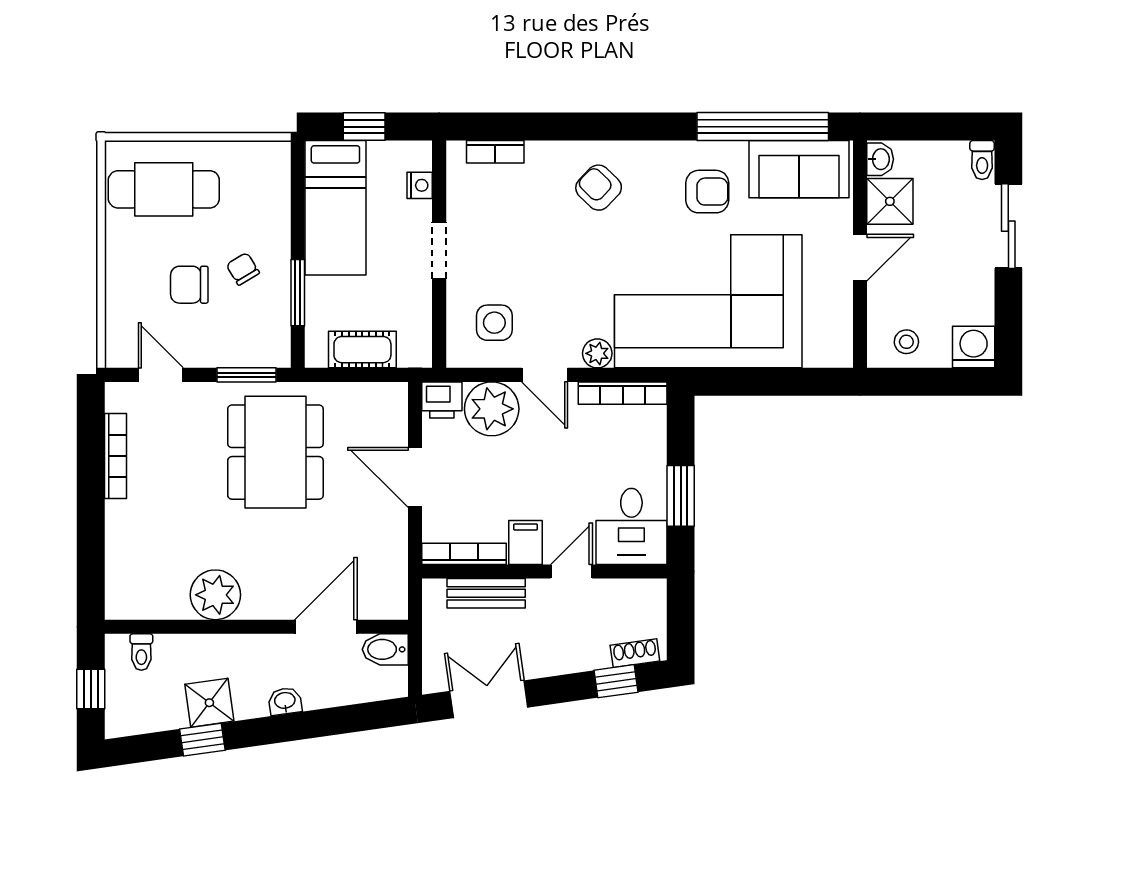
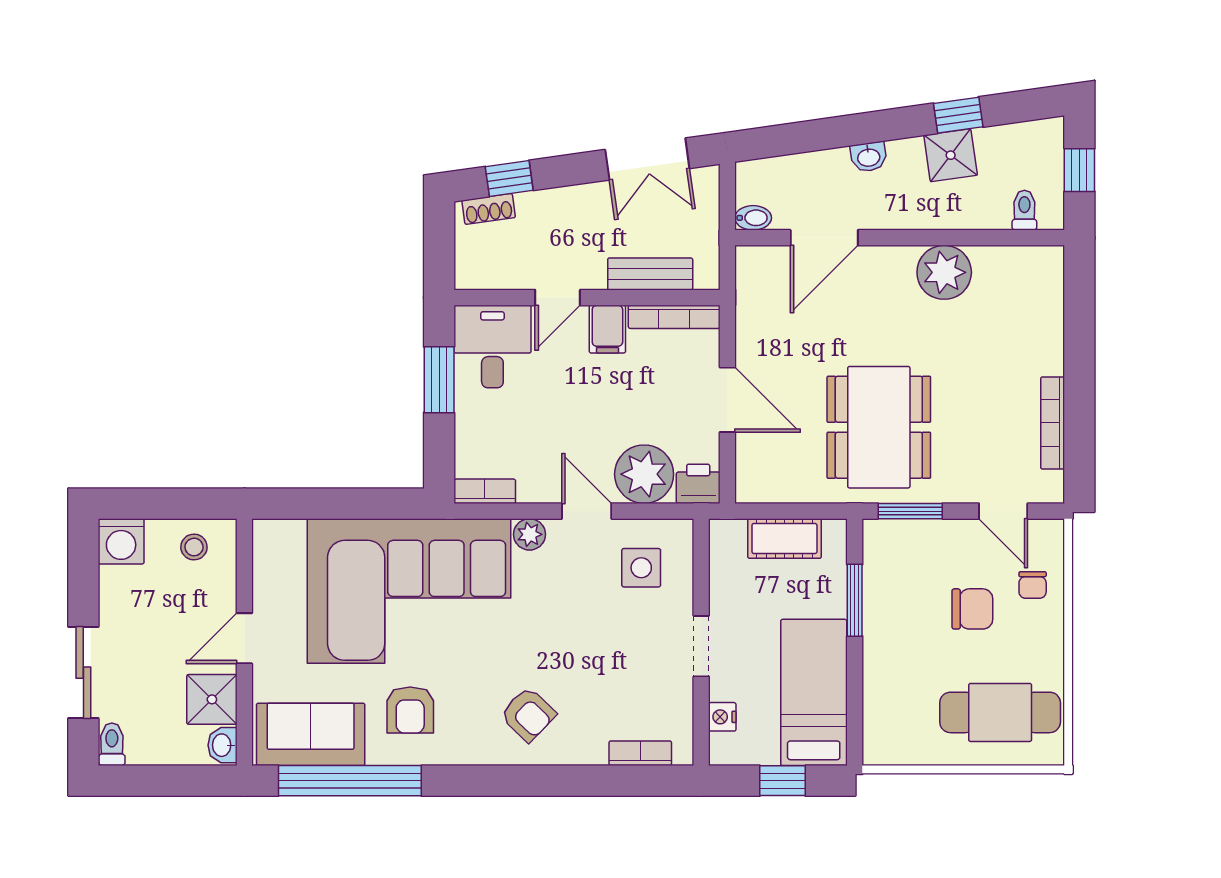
armchair: (707, 192) -> (410, 710), turned -90
chair: (243, 269) -> (1033, 585), moved, turned 31
bookcase: (623, 393) -> (485, 491), width x0.64
bidet: (385, 649) -> (753, 218), width x0.72, depth x0.74

